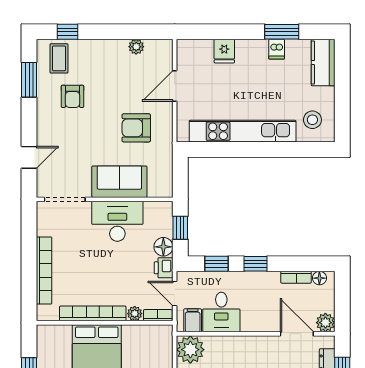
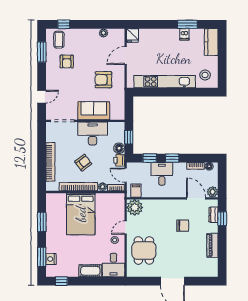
fridge: (224, 51) -> (132, 35), moved
armchair: (101, 272) -> (83, 163), added
desk: (221, 312) -> (162, 174), moved, turned 180

